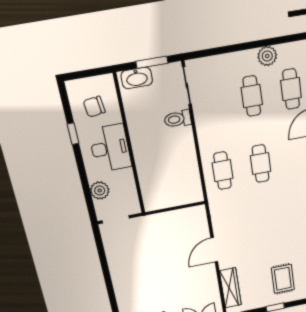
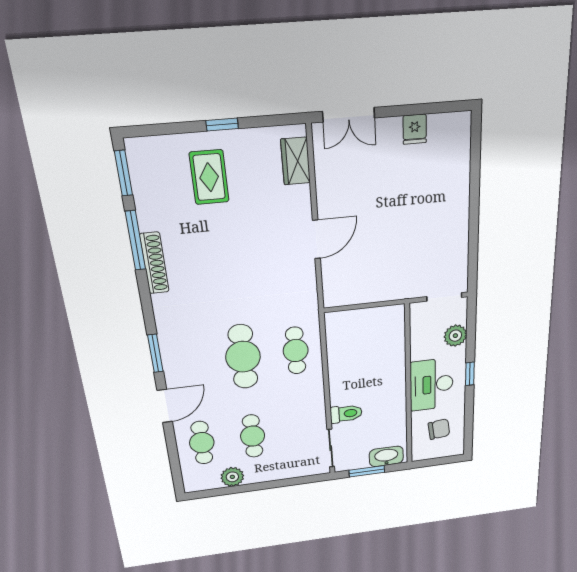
window: (73, 134) -> (470, 374), moved
cafe table: (261, 164) -> (243, 357), width x1.37, depth x1.35
wardrobe: (230, 288) -> (296, 161), width x0.67

